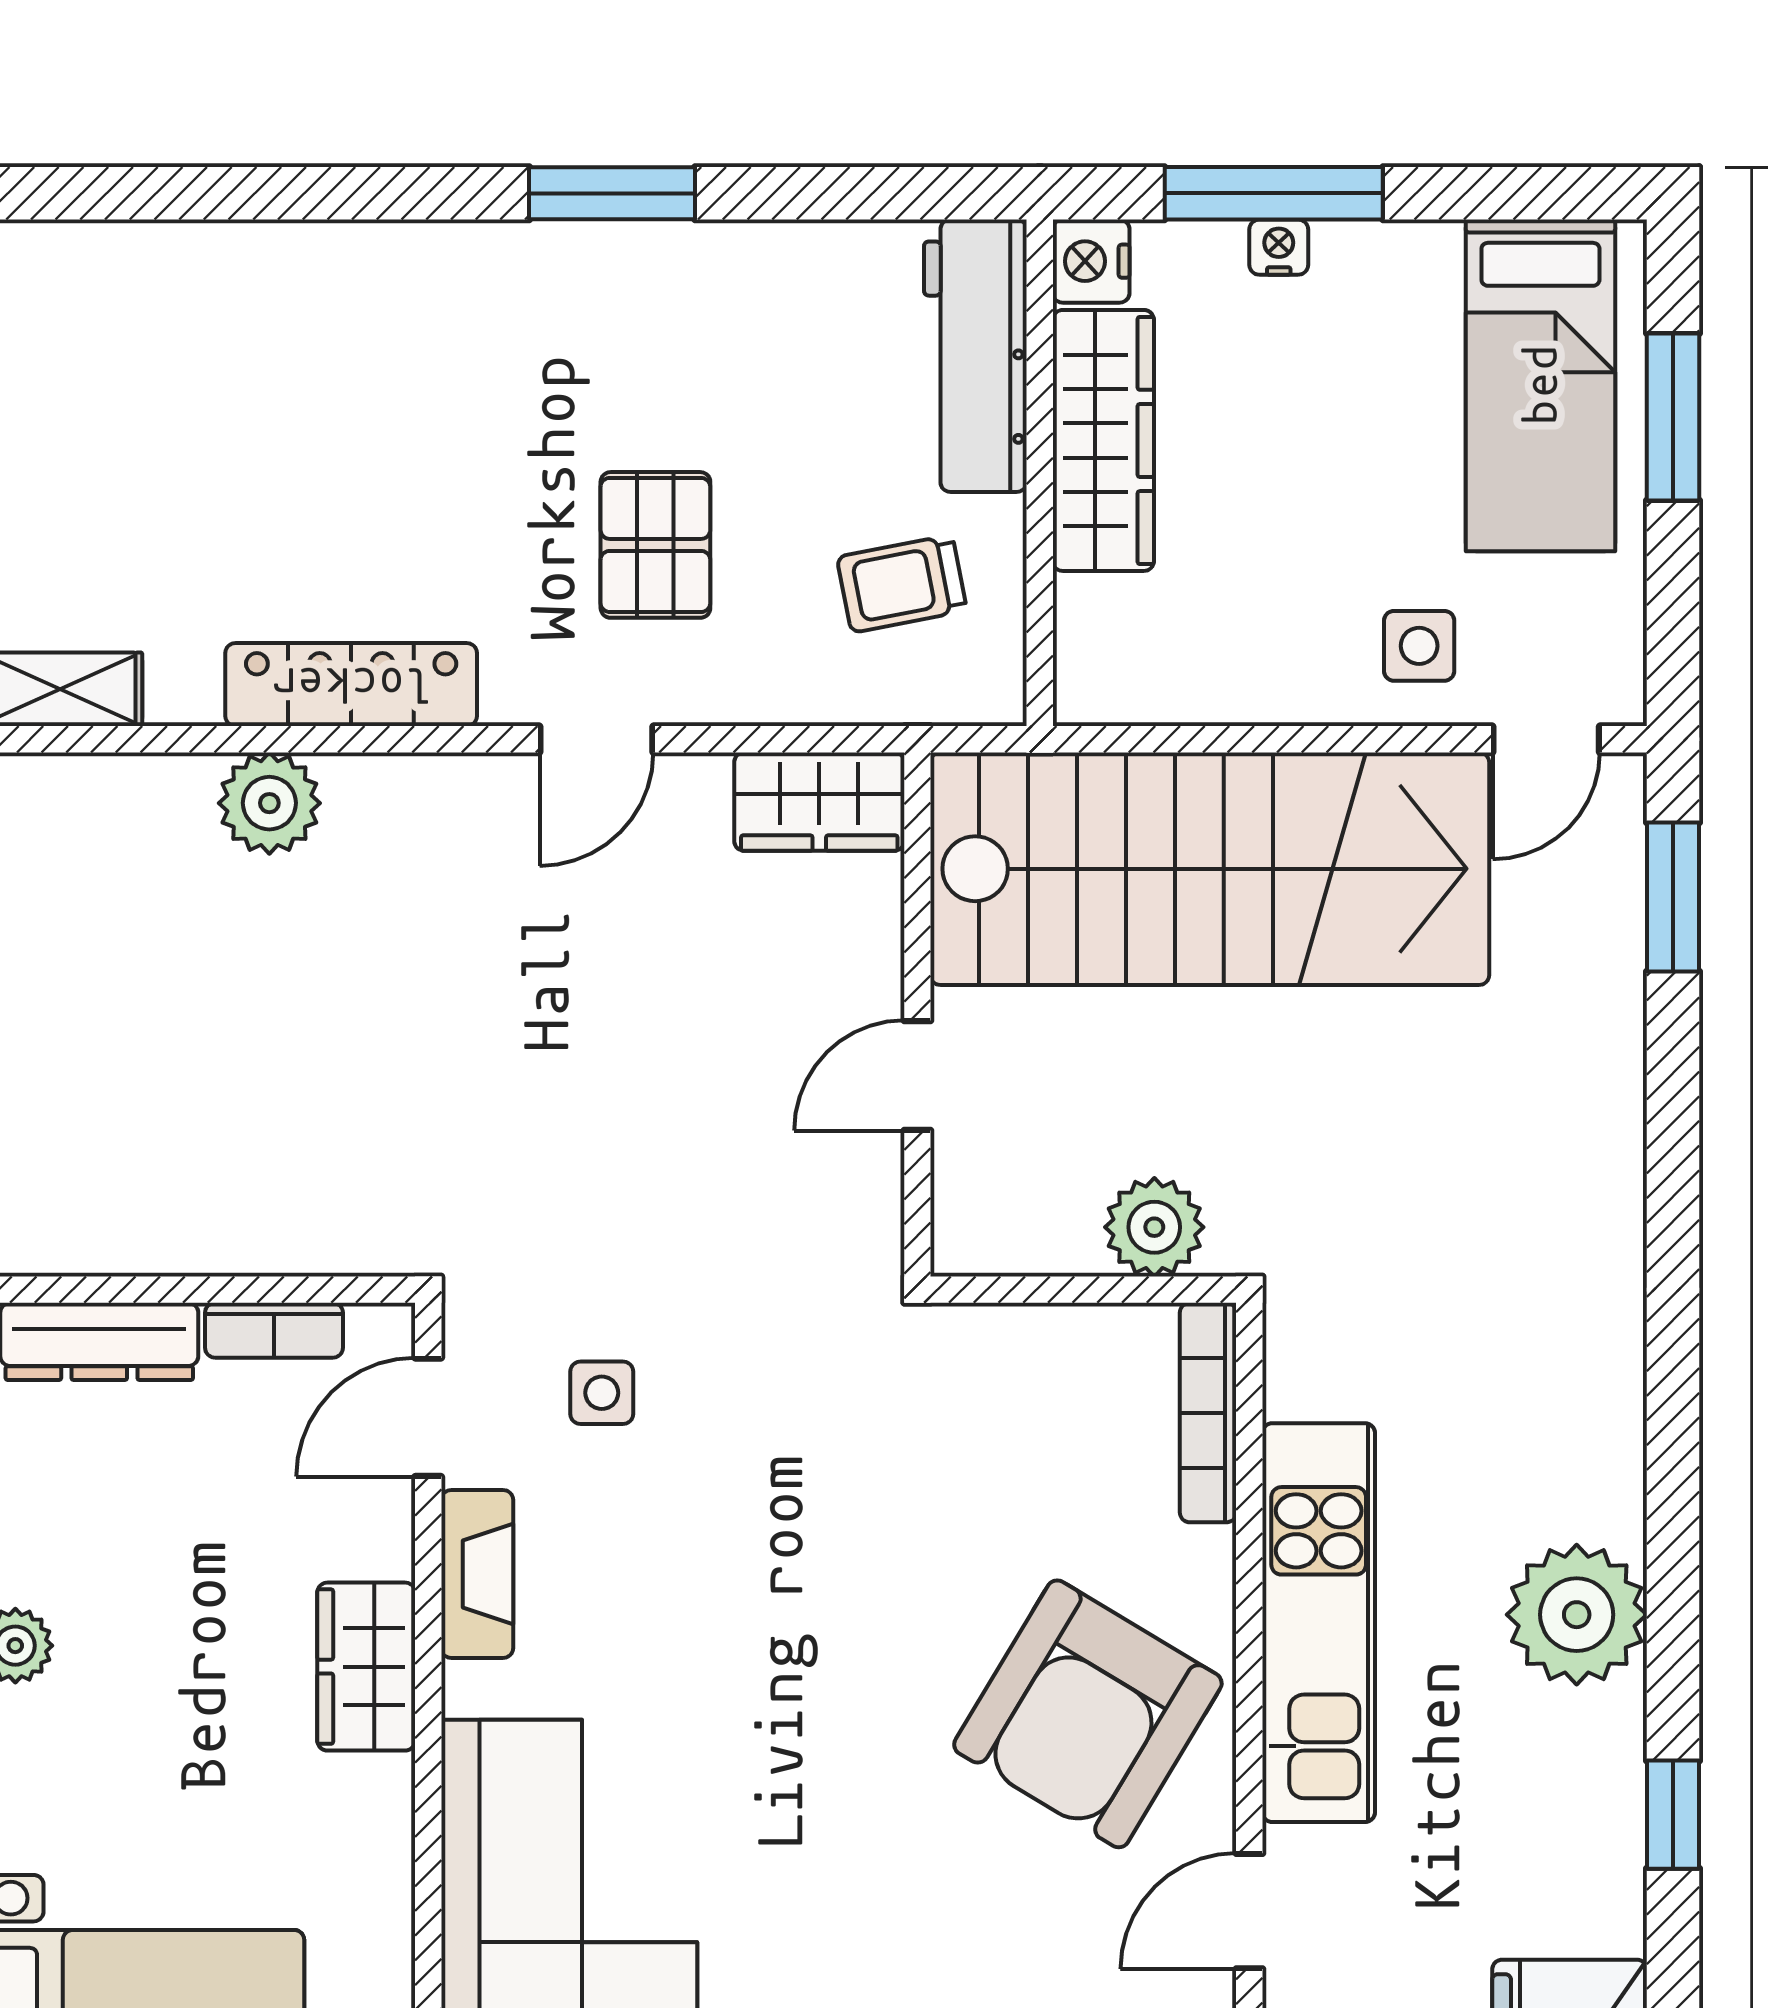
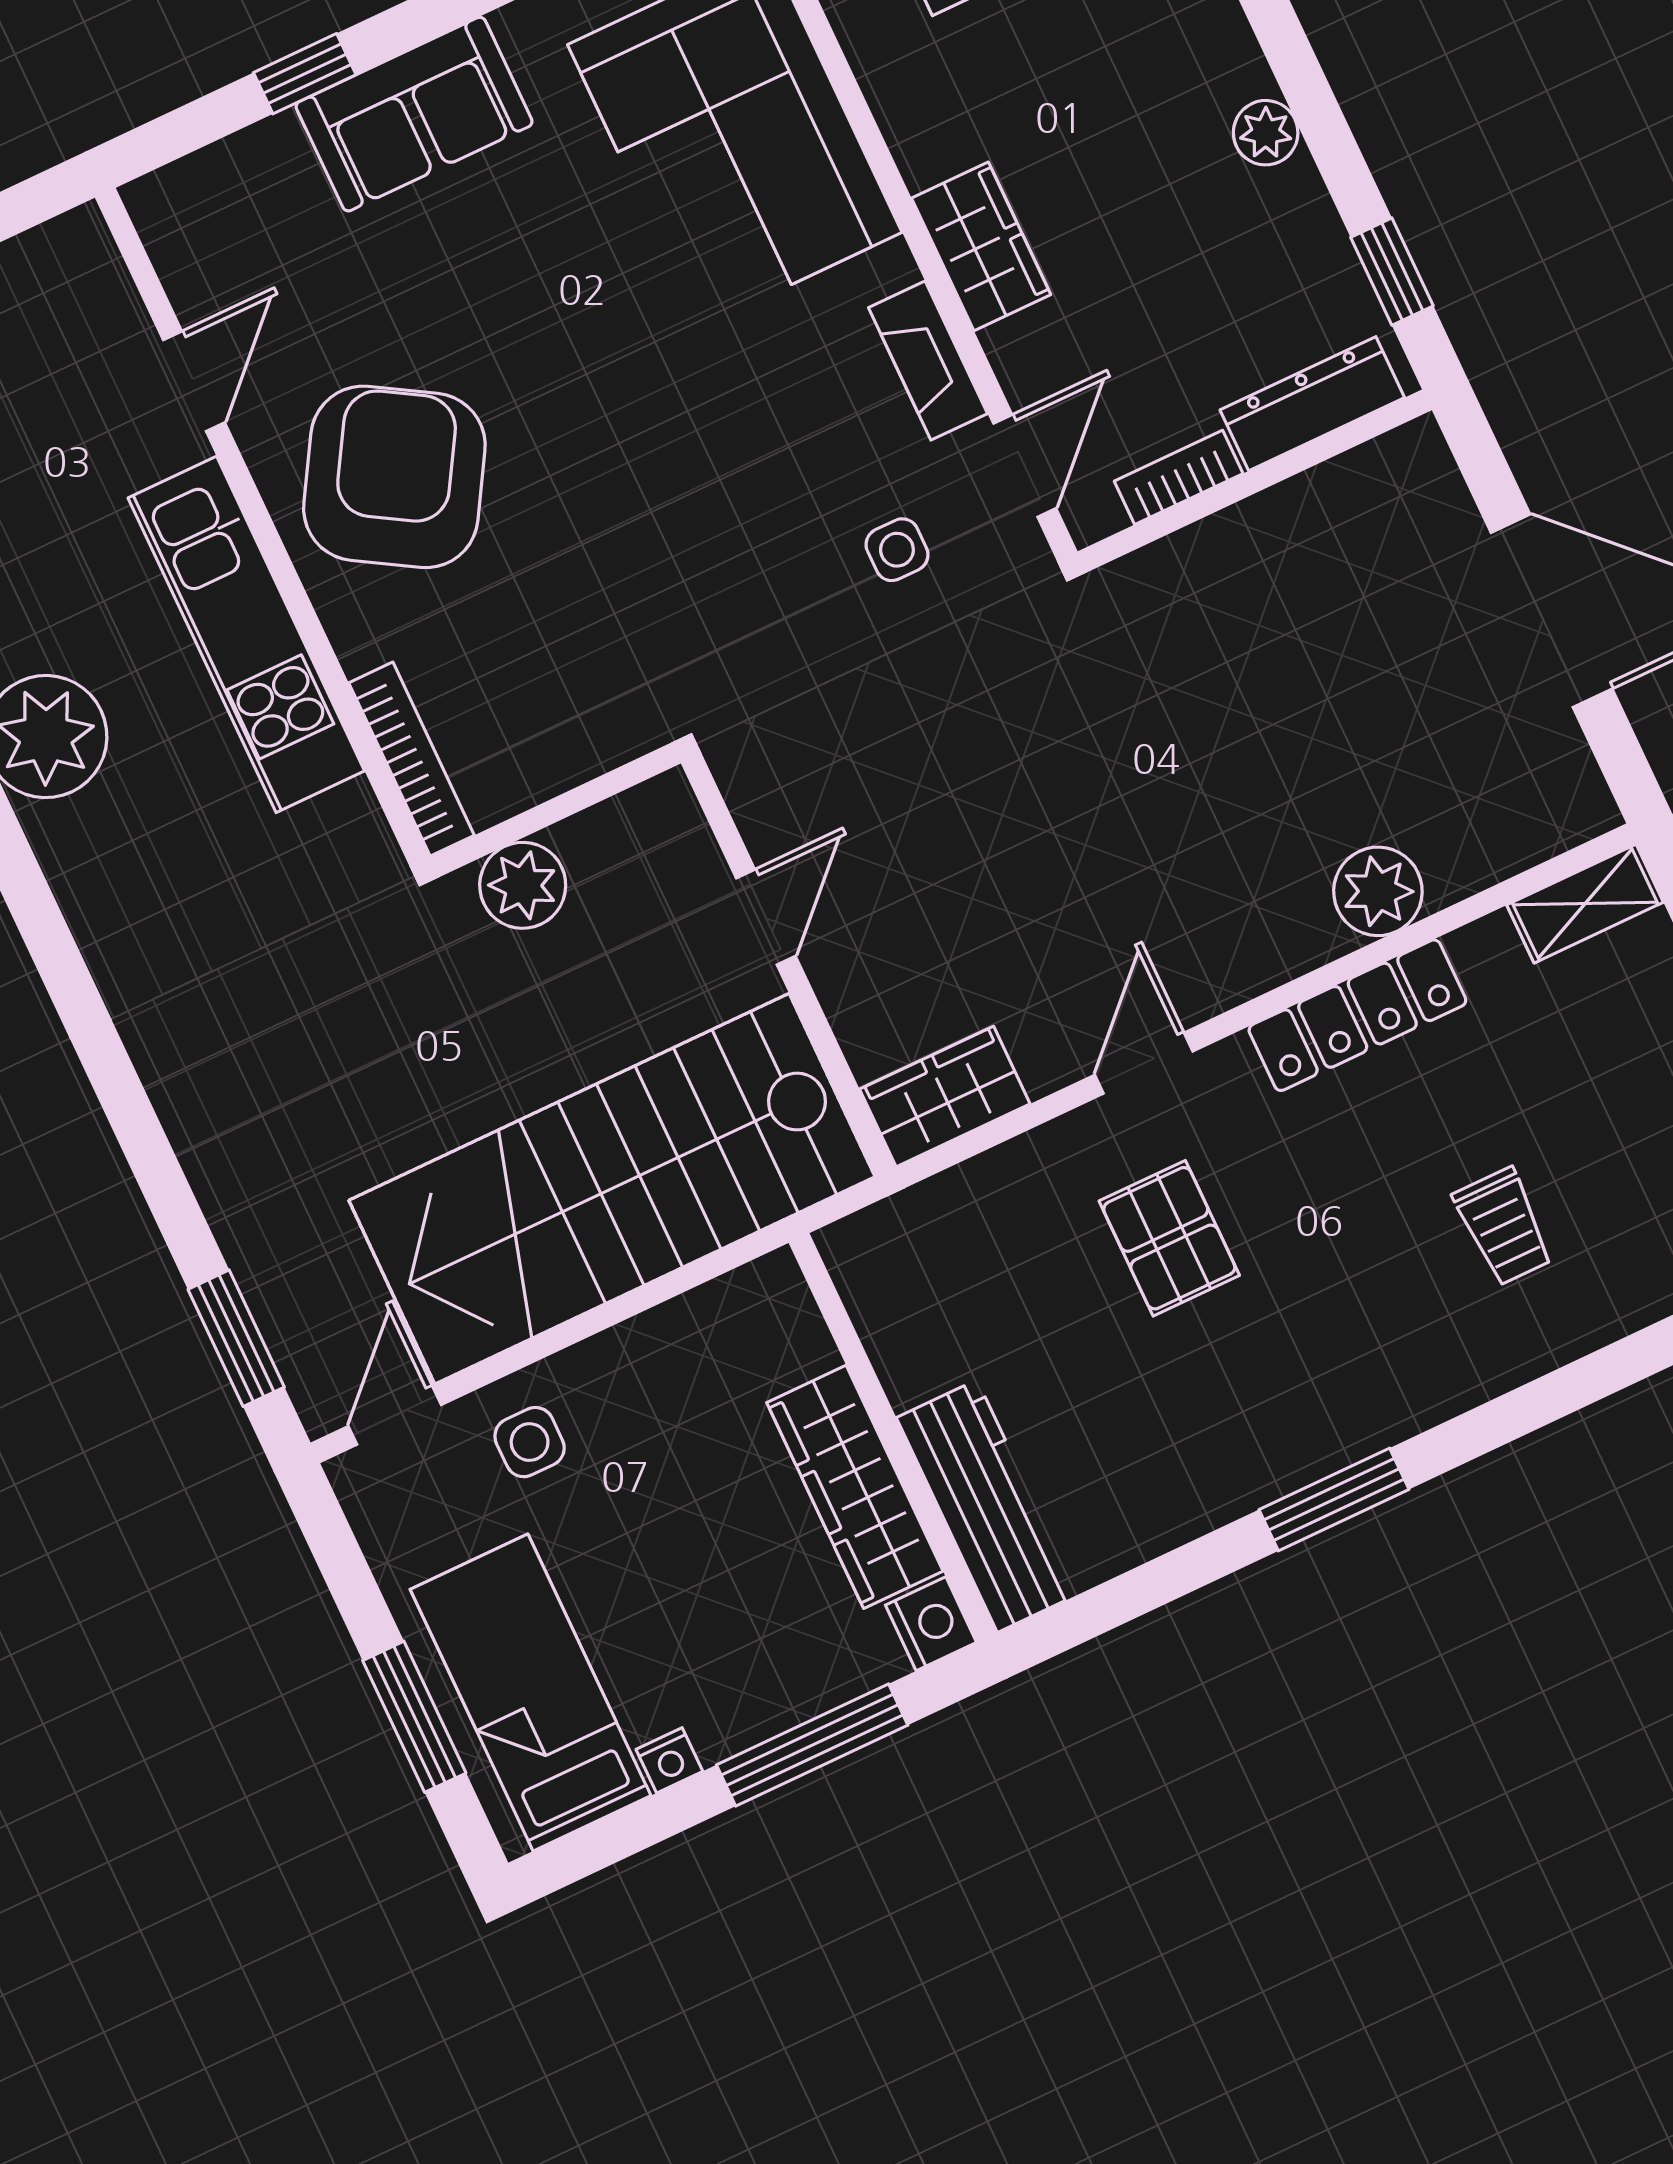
nightstand: (1279, 247) -> (669, 1760), moved
trolley: (902, 584) -> (1504, 1227), moved, turned 101

